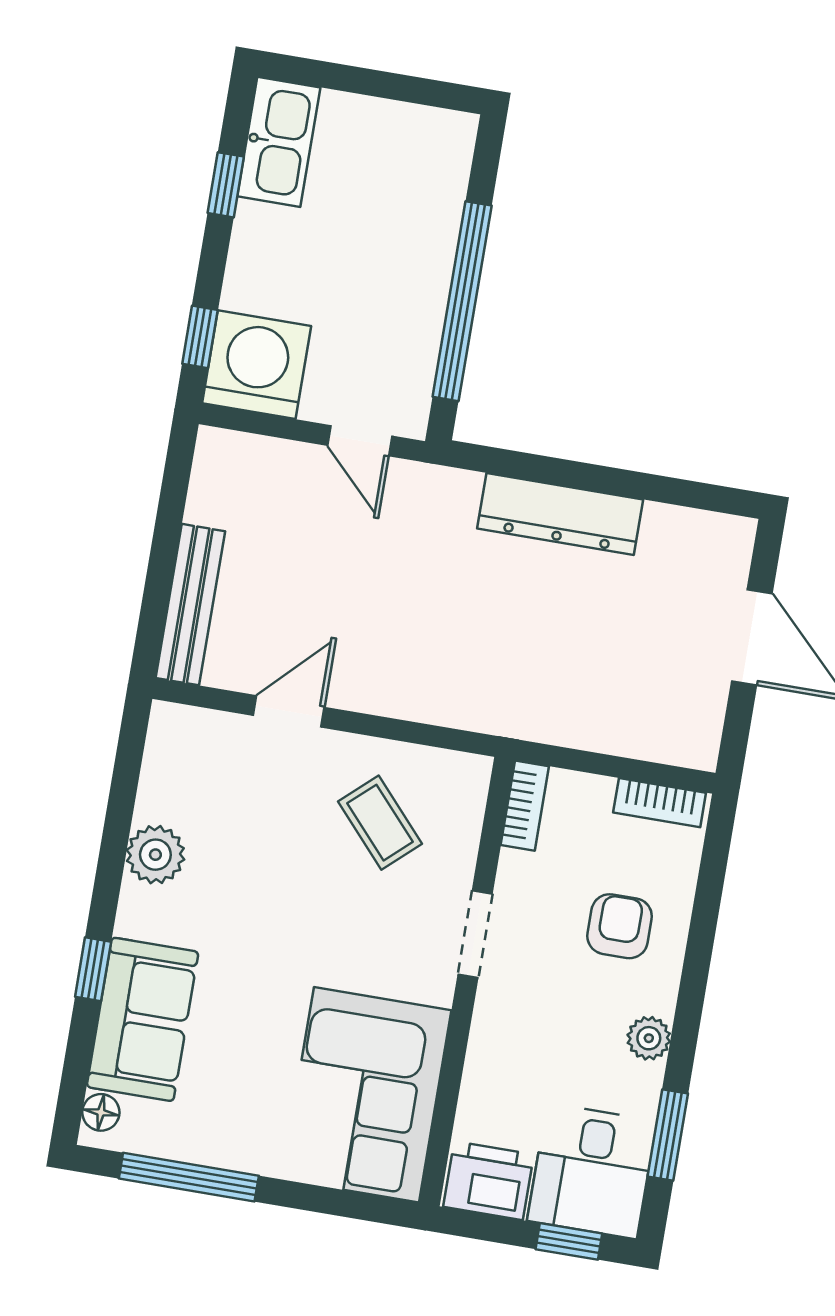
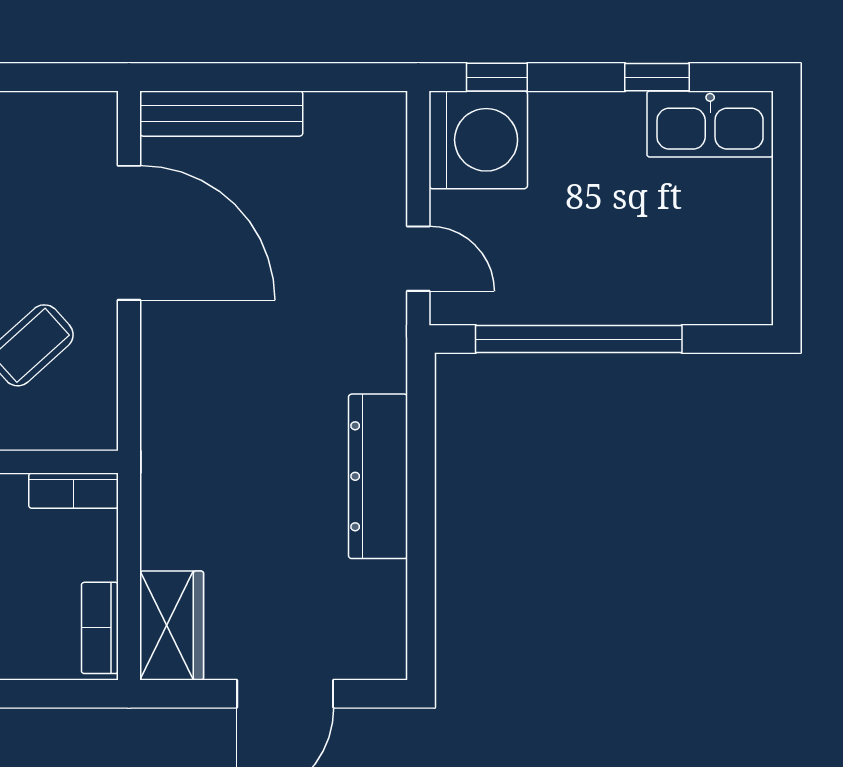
door: (360, 441) -> (418, 259), swing flipped
door: (289, 711) -> (129, 233), width x1.87
wardrobe: (669, 734) -> (172, 625), added

